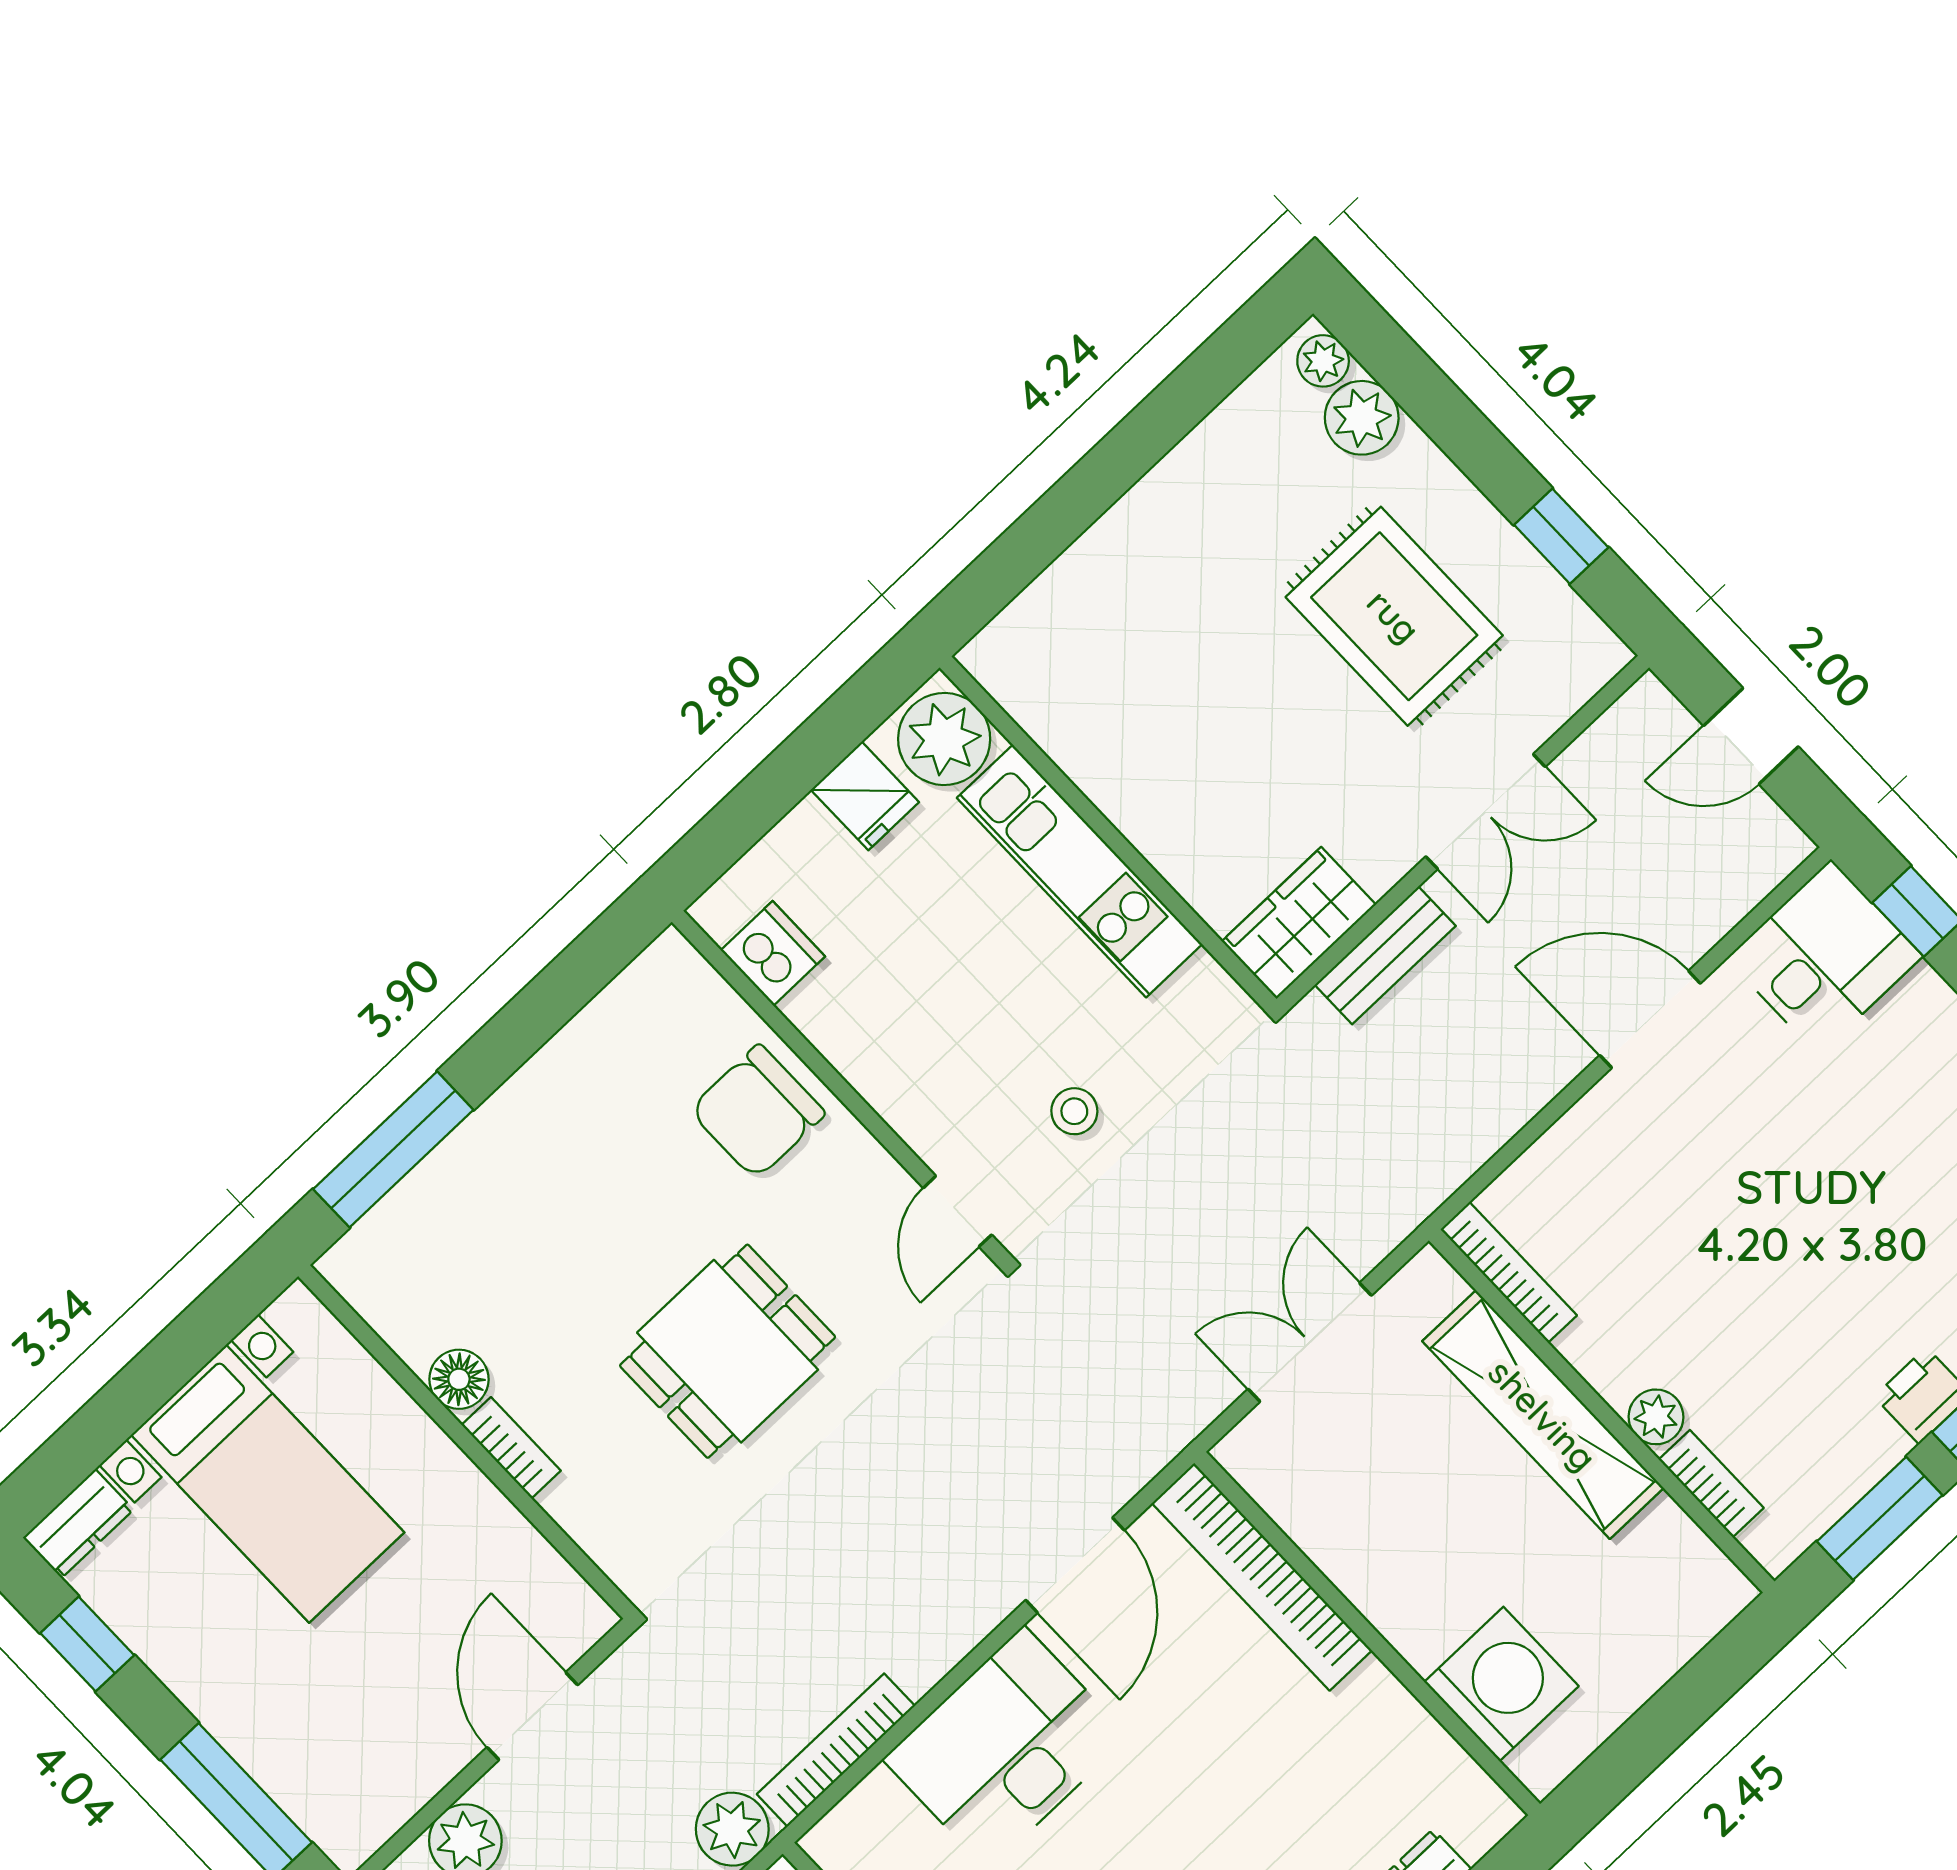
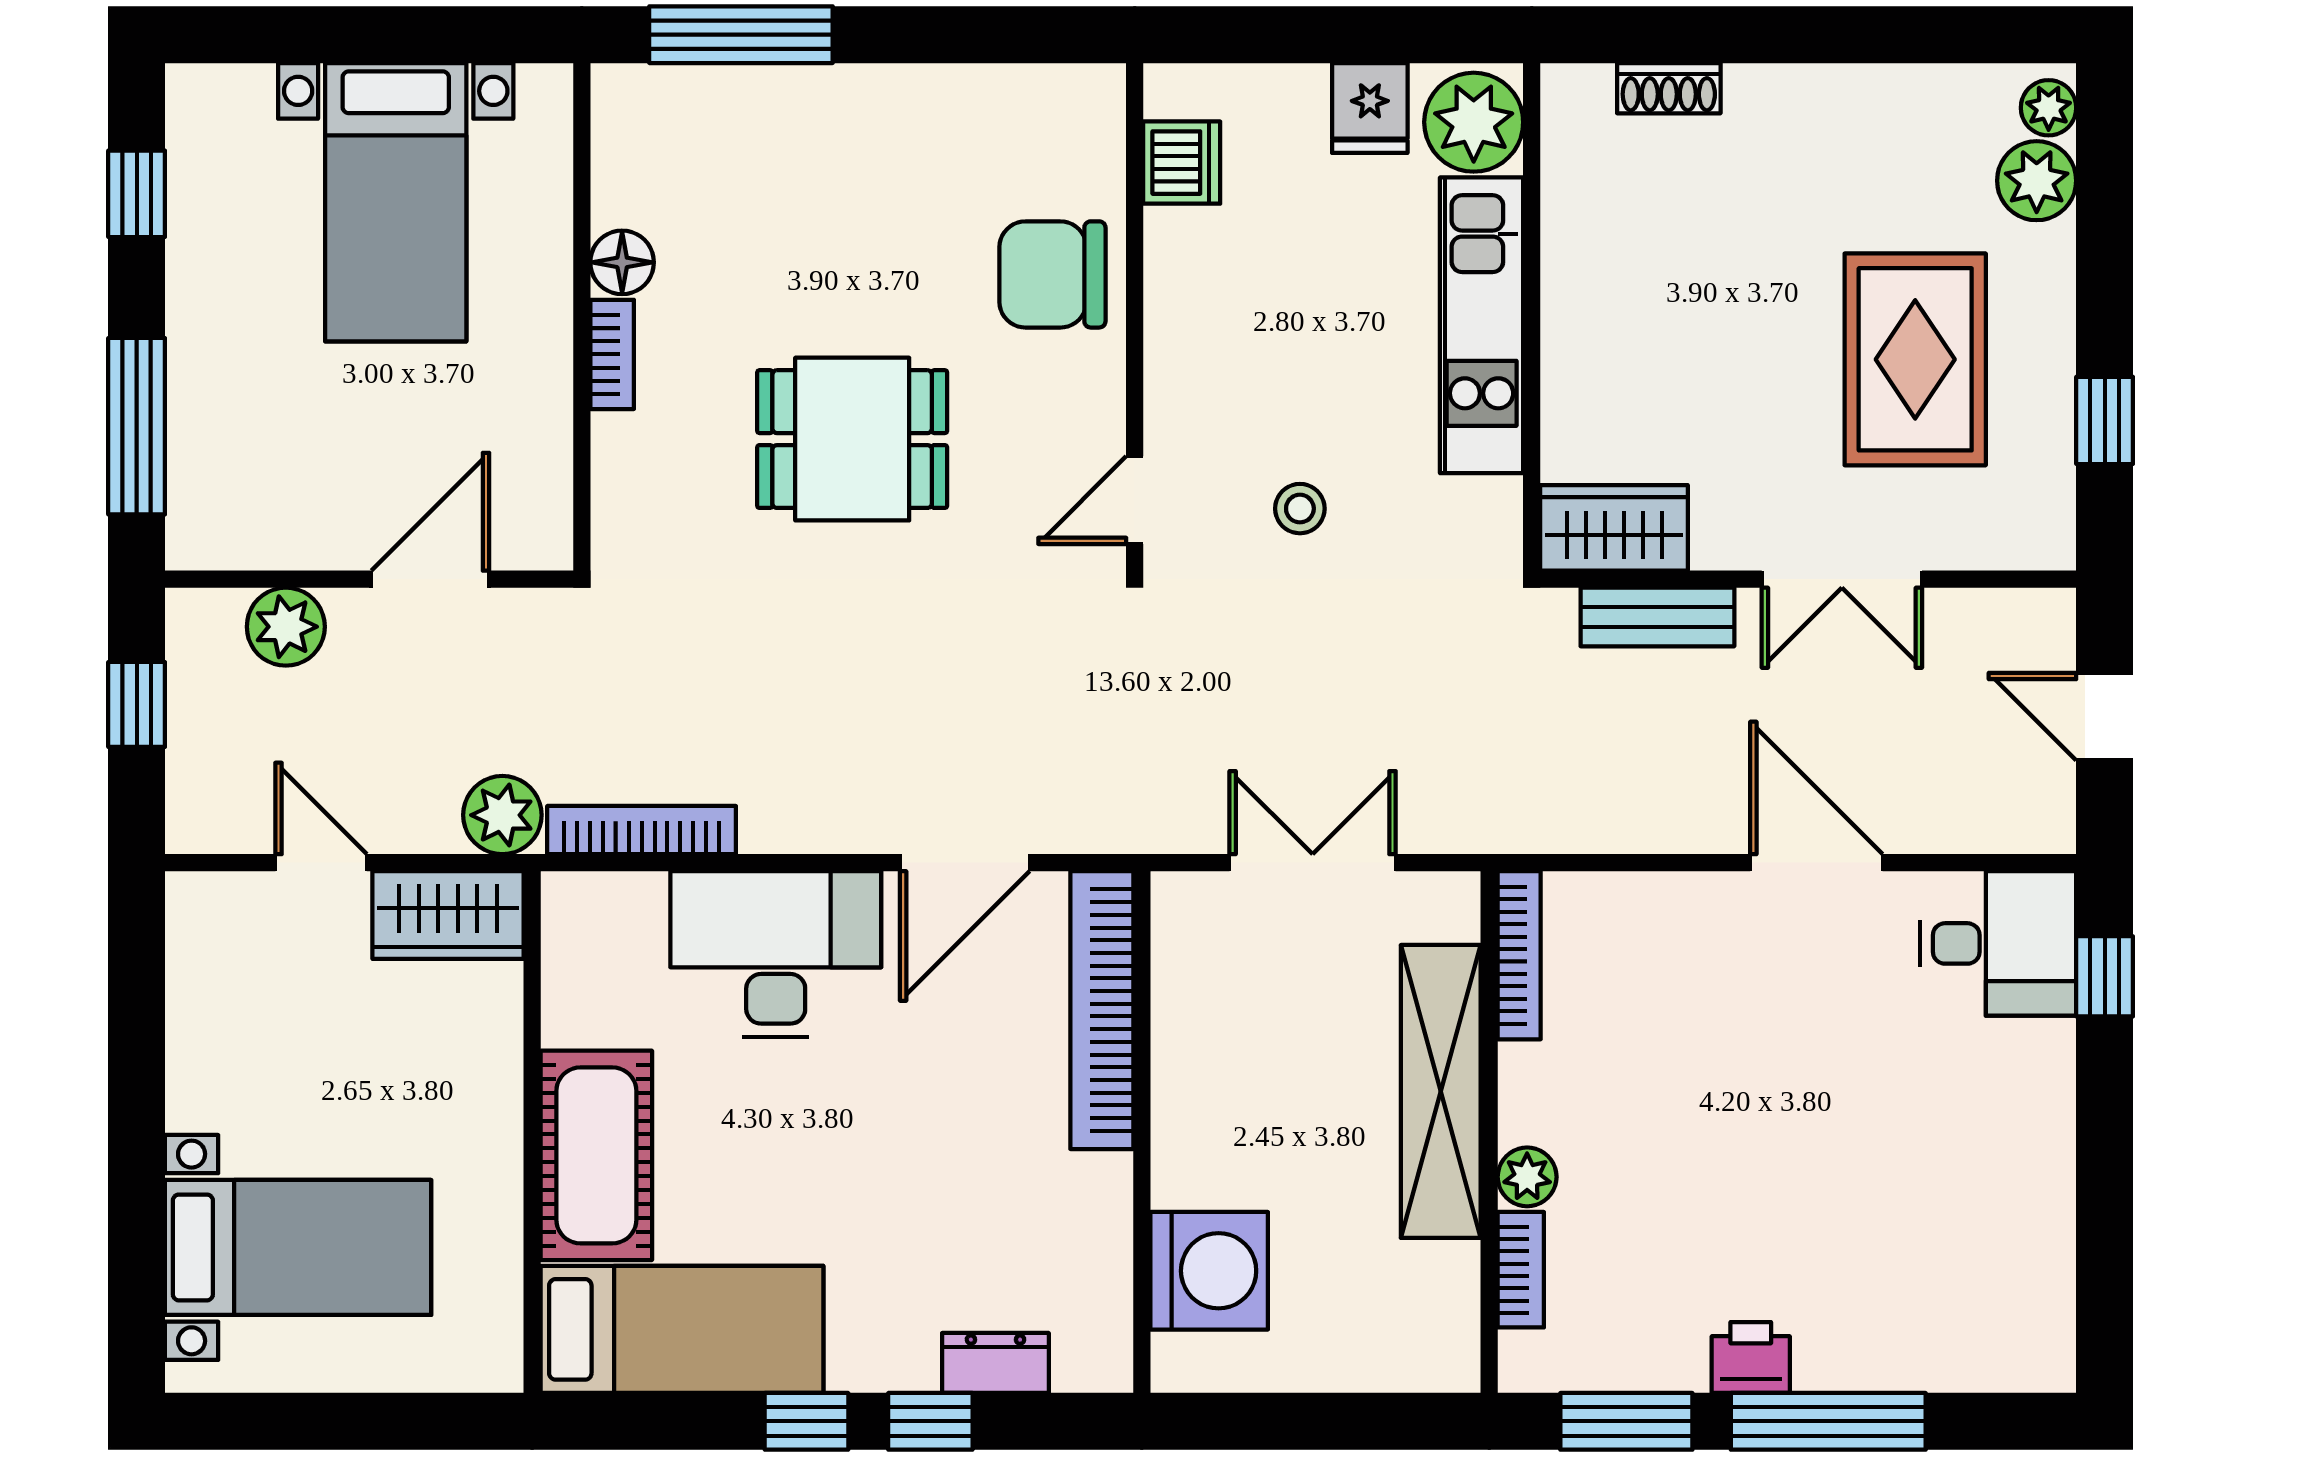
shoe rack: (1054, 591) -> (1669, 88), added
dresser: (78, 1524) -> (219, 93), removed

